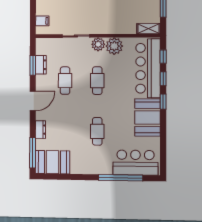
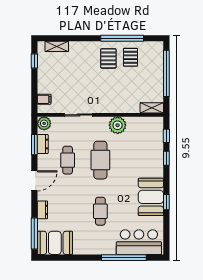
plant: (98, 44) -> (44, 123), moved
bar counter: (148, 68) -> (151, 148), removed
cafe table: (97, 81) -> (100, 160), width x1.37, depth x1.35
window: (163, 102) -> (166, 202), moved

